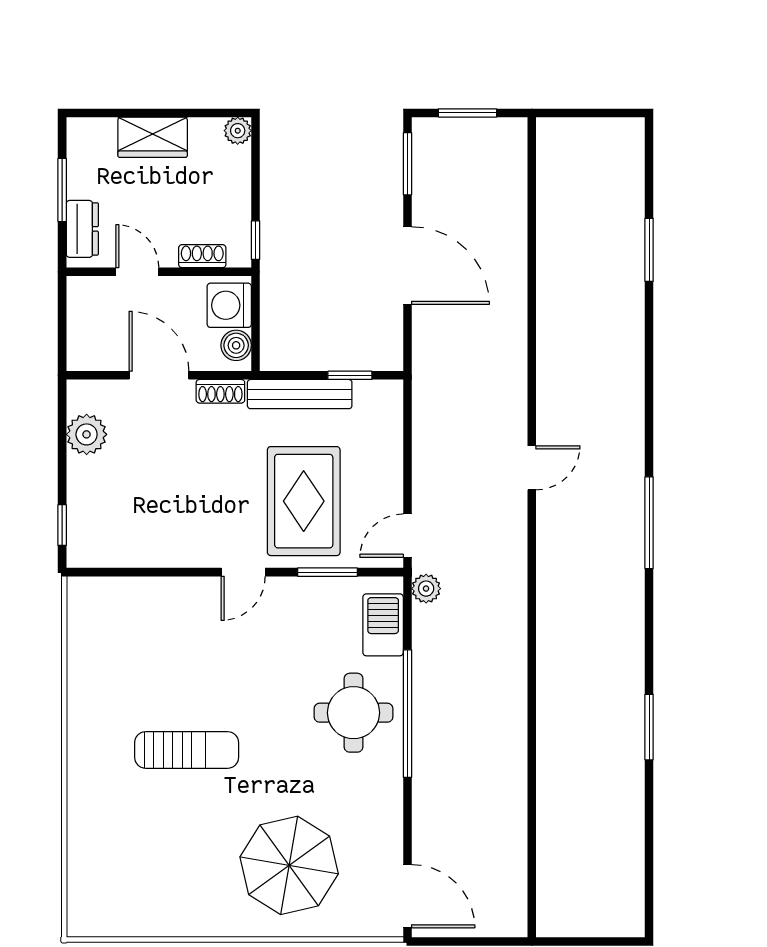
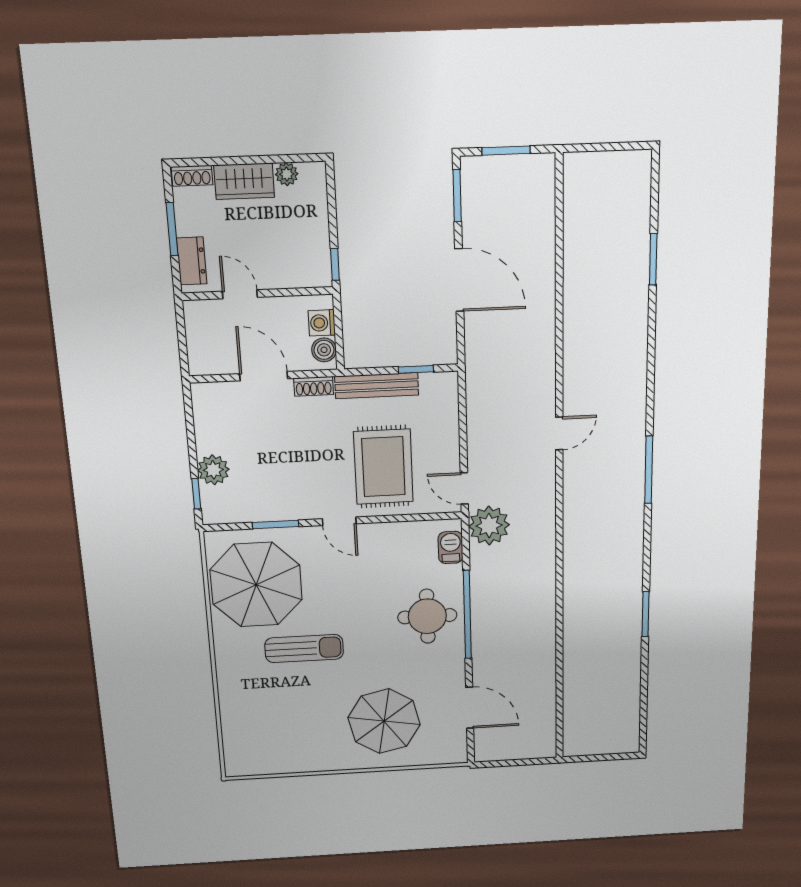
plant: (238, 131) -> (287, 174), moved
shoe rack: (202, 256) -> (192, 176), moved, turned 180
washing machine: (229, 305) -> (322, 323), width x0.73, depth x0.73
plant: (87, 434) -> (213, 470), moved
door: (407, 536) -> (464, 488), hinge flipped
door: (243, 572) -> (339, 521), hinge flipped
window: (327, 572) -> (276, 524), moved
plant: (426, 589) -> (489, 526), width x1.87, depth x1.87
barbecue: (383, 625) -> (451, 547), width x0.73, depth x0.79
parasol: (129, 654) -> (256, 585), added
door: (407, 896) -> (470, 708), moved

